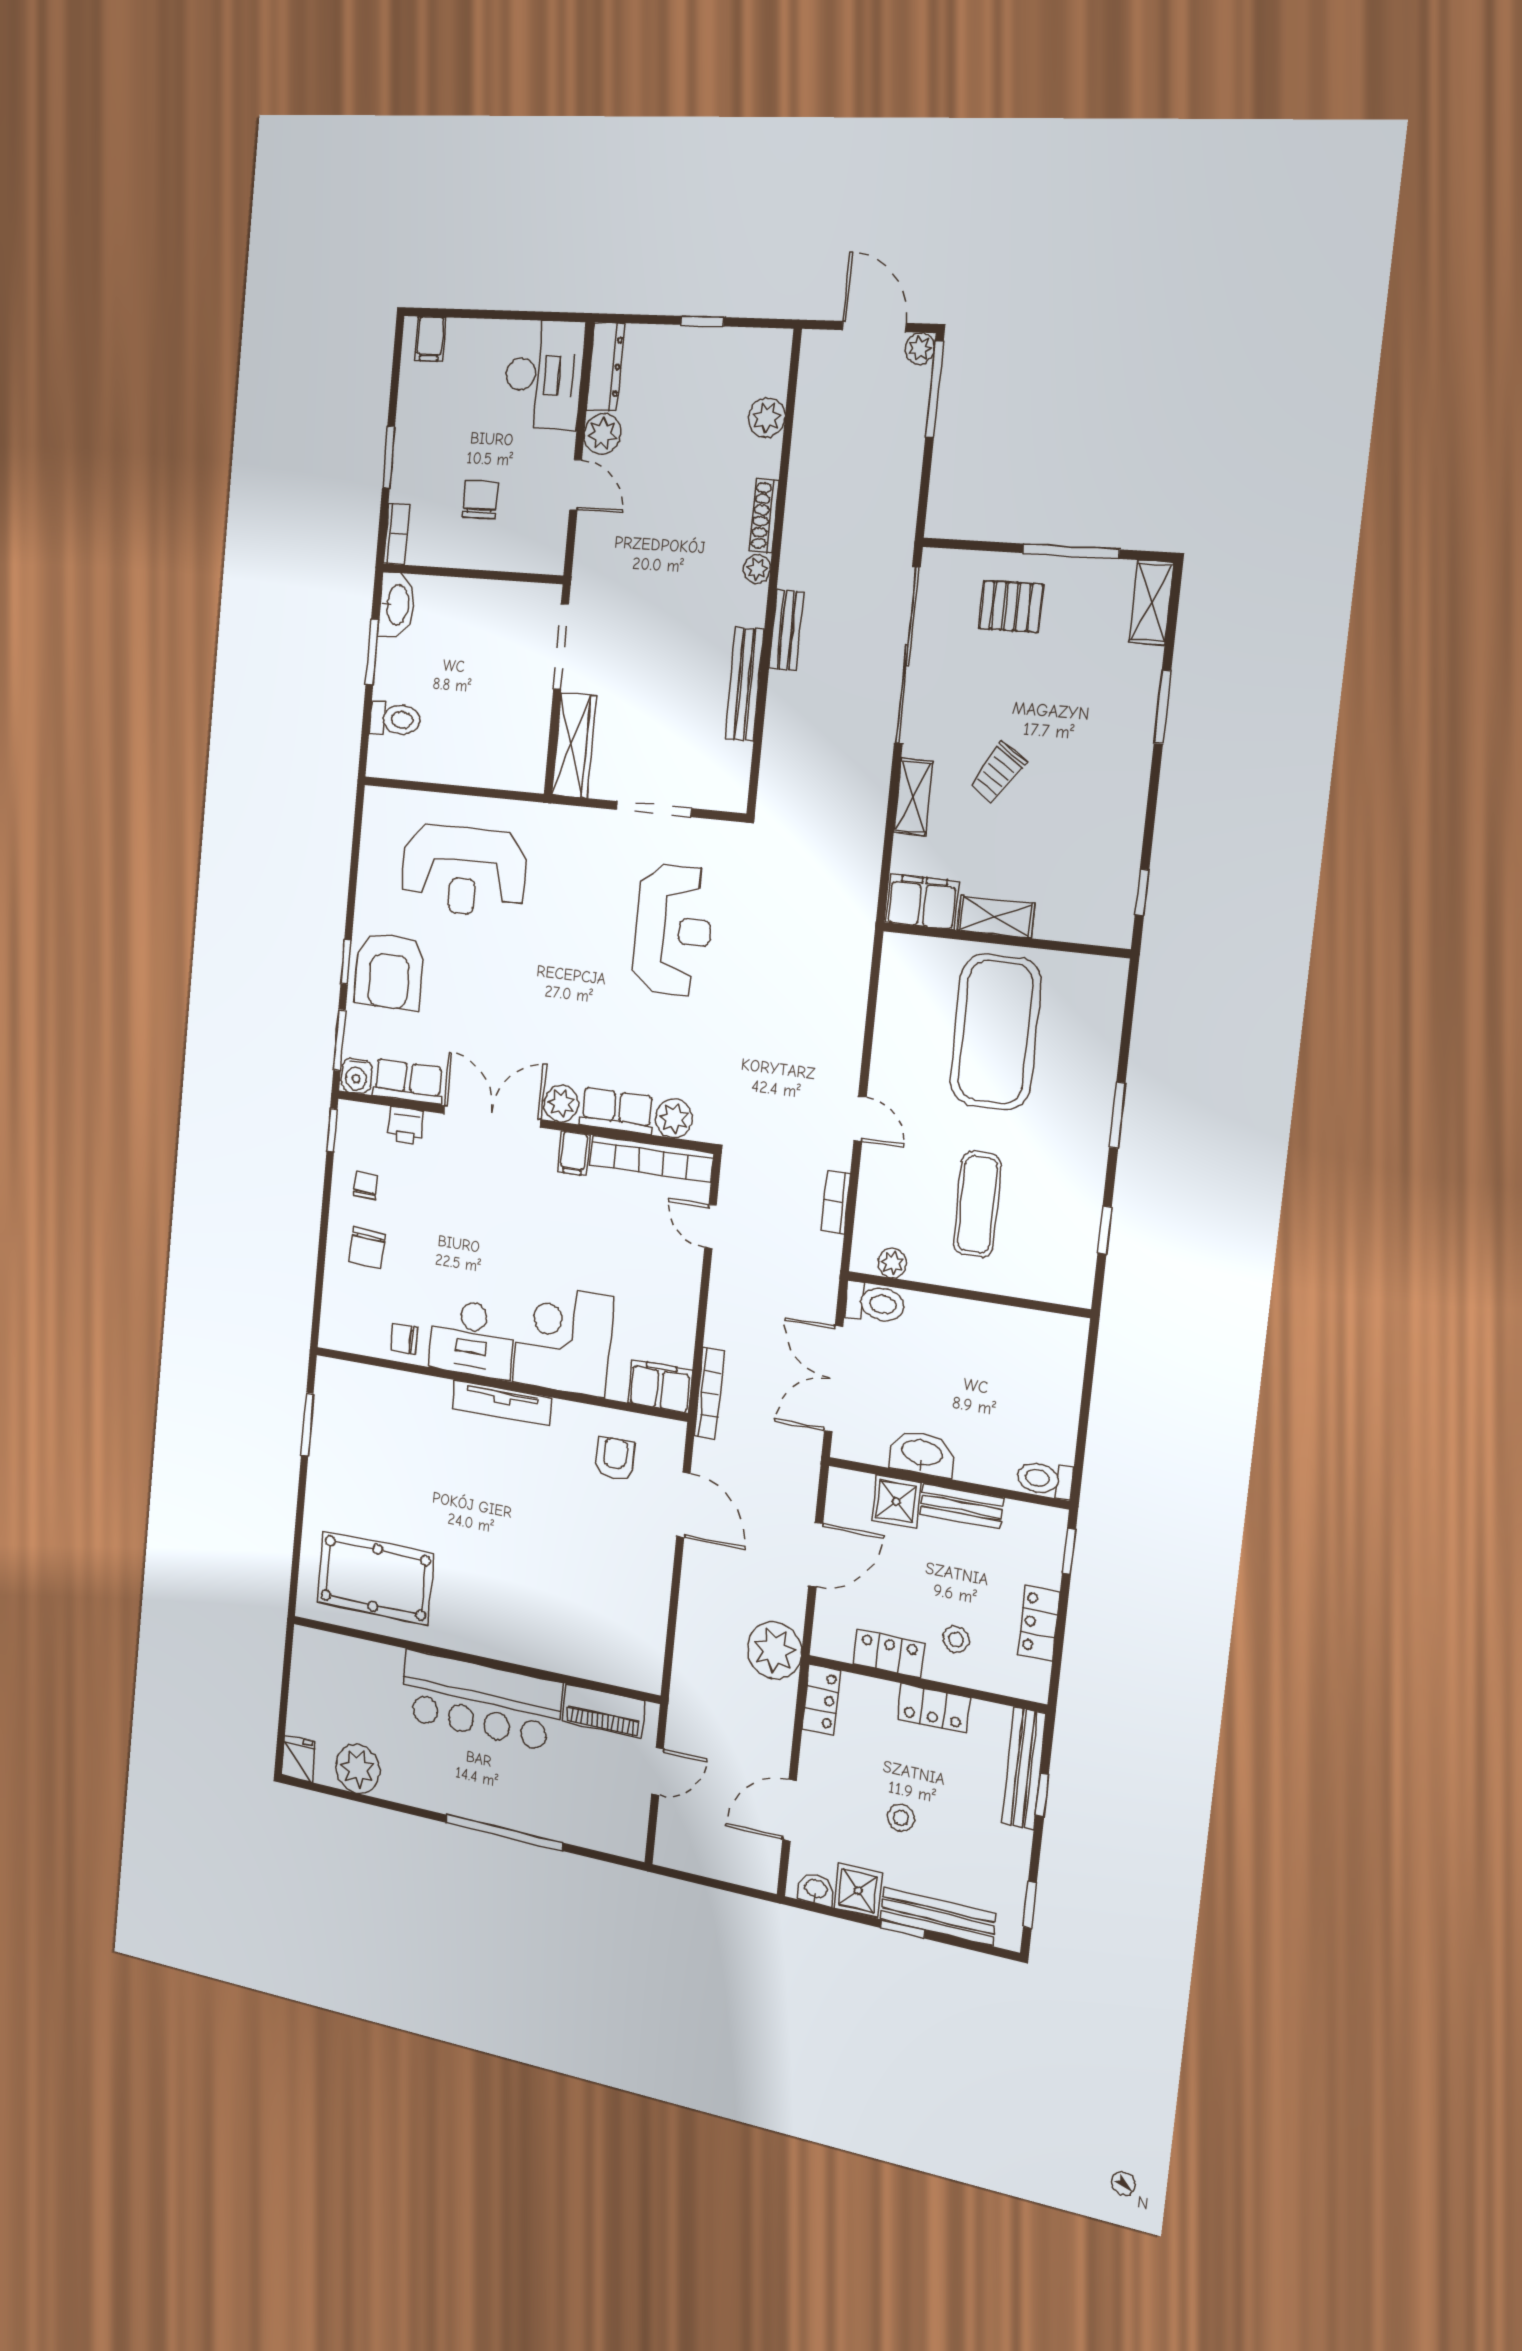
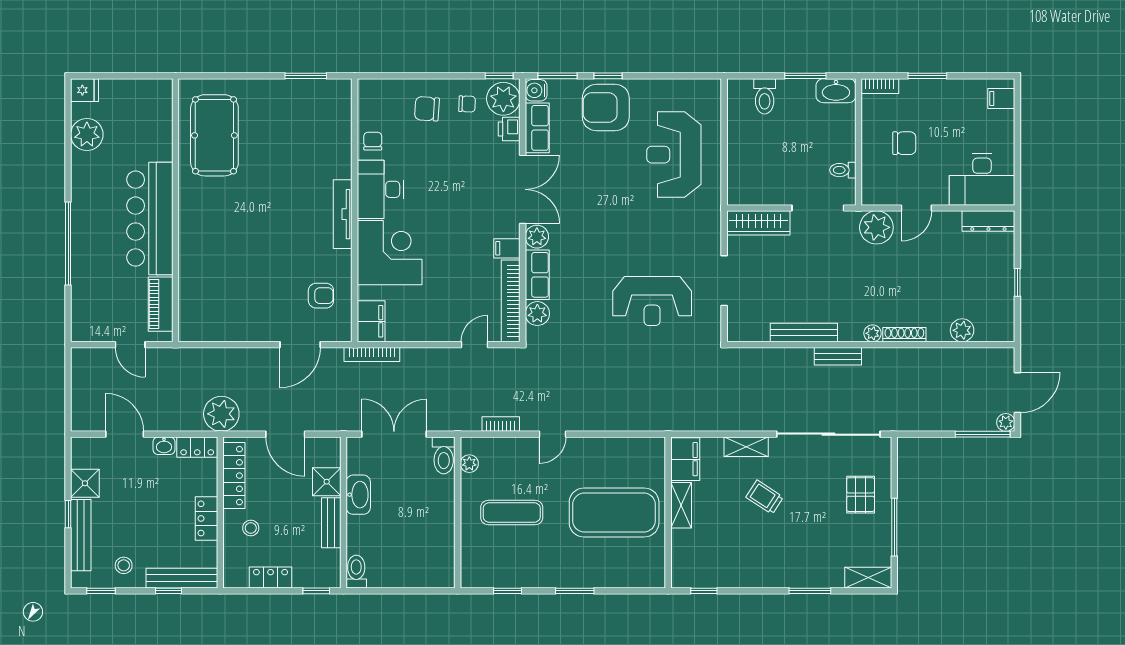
plant: (602, 434) -> (876, 227), moved, width x1.36, depth x1.36
toilet: (510, 602) -> (843, 170), added
plant: (364, 1128) -> (503, 99), added
locker: (889, 1654) -> (234, 476), width x1.53
stool: (901, 1818) -> (124, 565), moved
washbasin: (816, 1889) -> (164, 446), moved, turned 90

